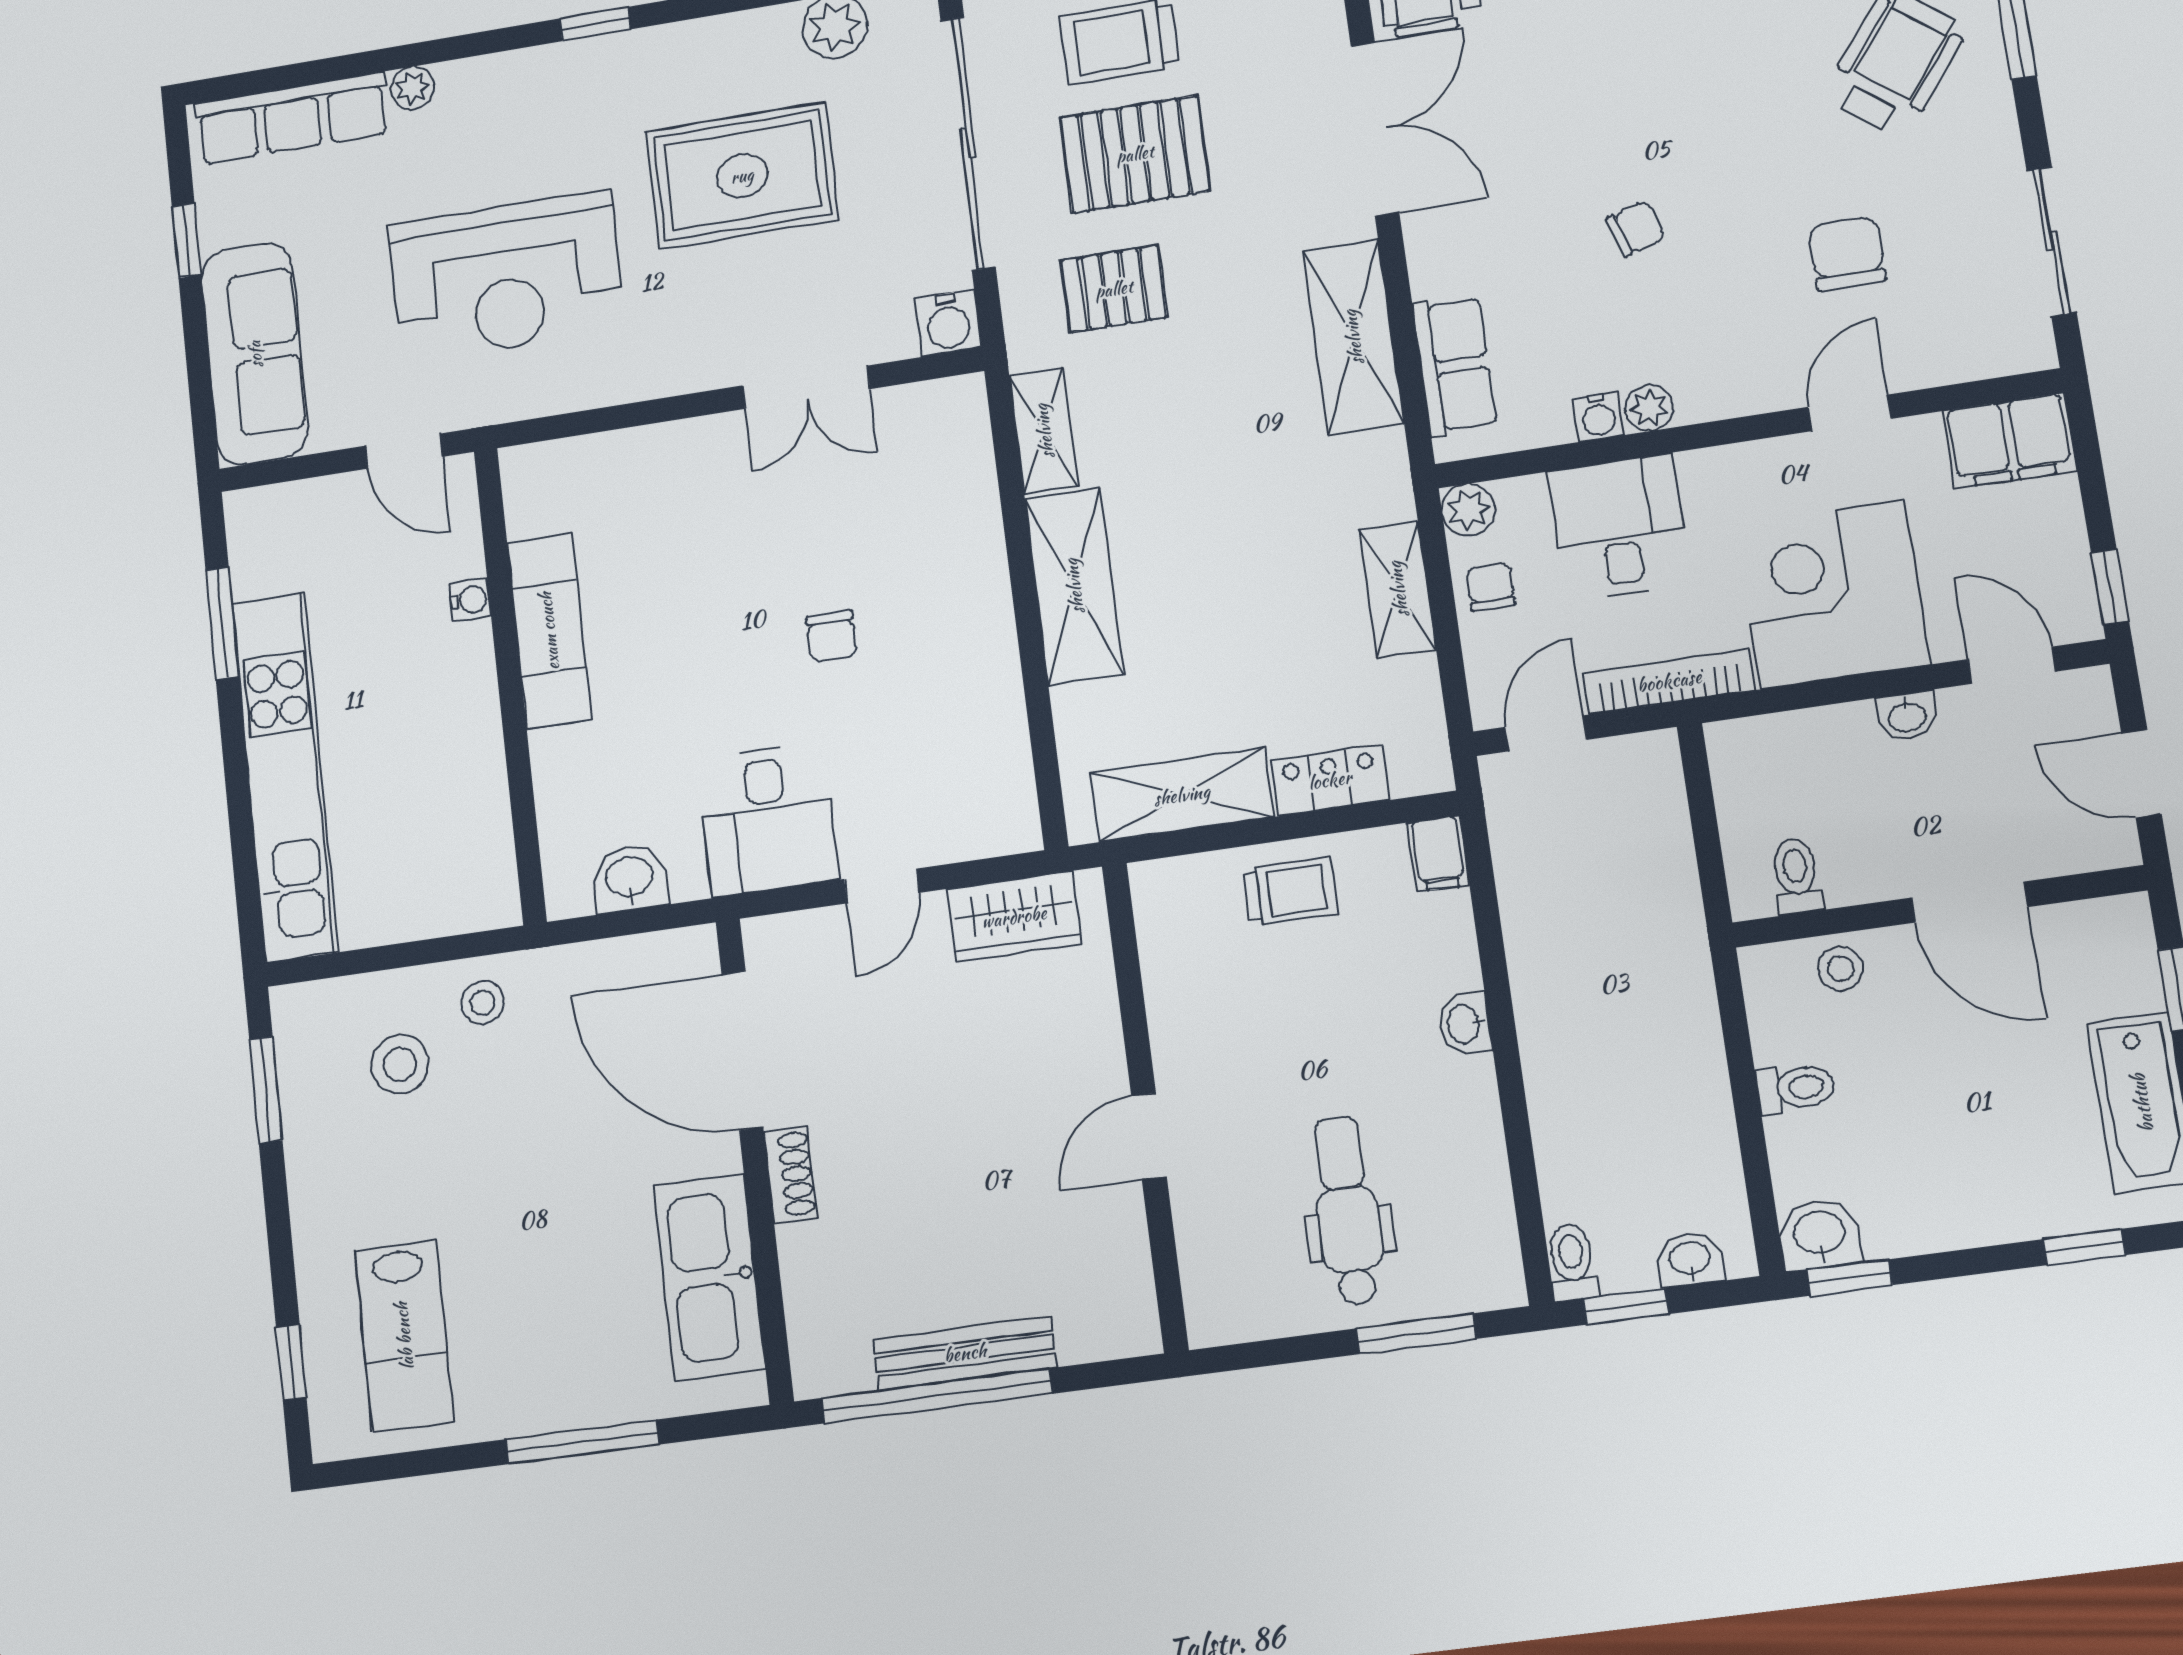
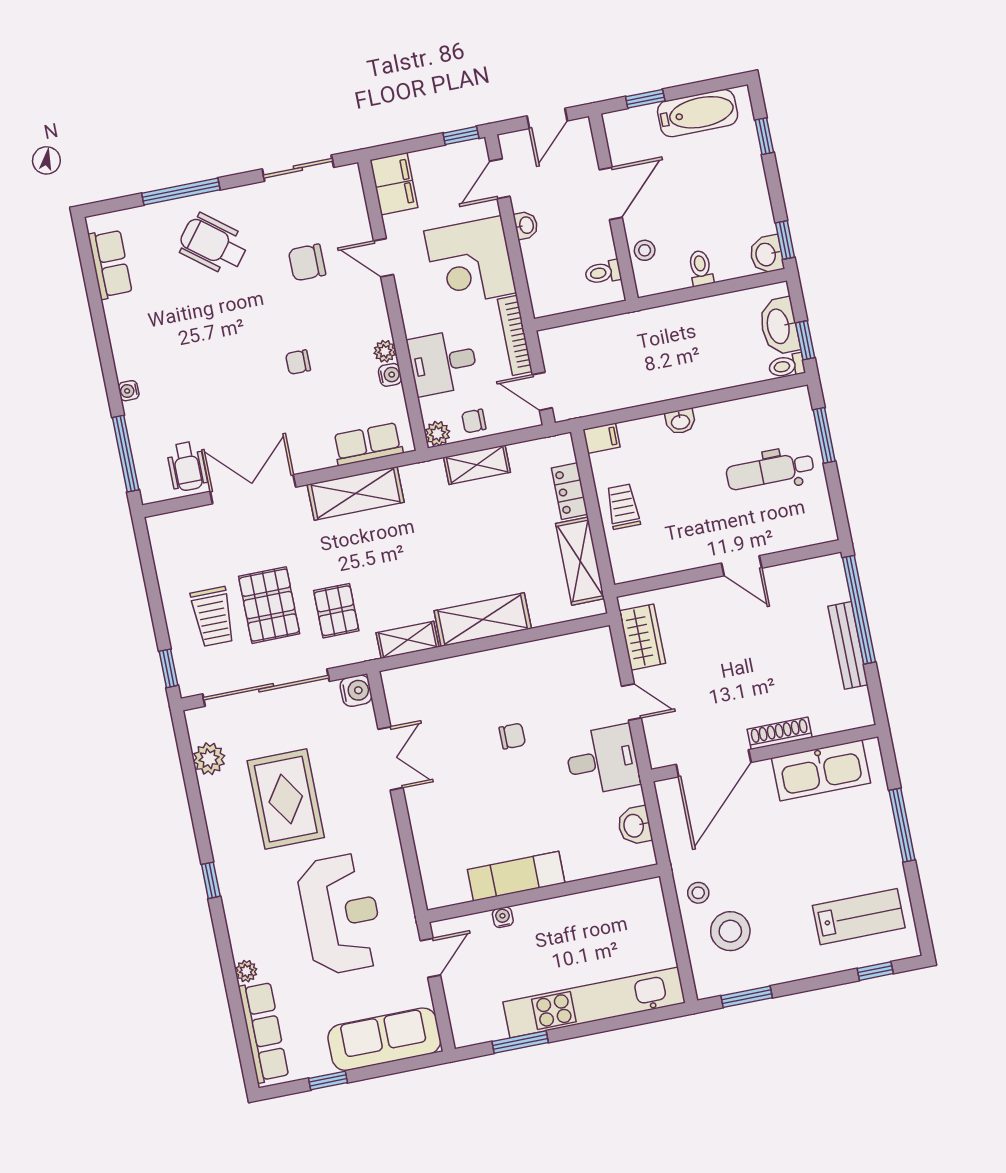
chair: (1636, 228) -> (298, 362), turned -74
stool: (400, 1064) -> (730, 931), width x1.38, depth x1.38
shoe rack: (791, 1175) -> (780, 733), width x1.43
washbasin: (1690, 1259) -> (779, 326), width x1.91, depth x1.45
window: (936, 1396) -> (859, 610), moved

